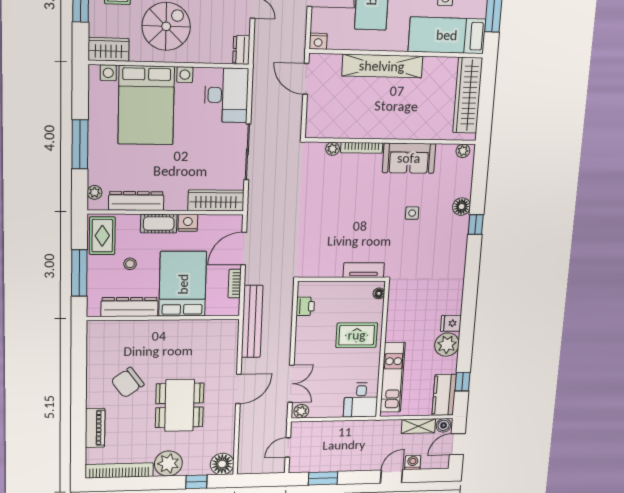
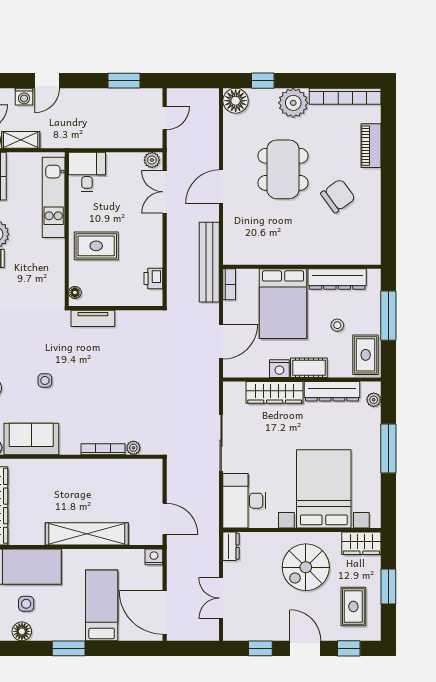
sofa: (409, 158) -> (31, 439), moved
wardrobe: (216, 200) -> (275, 392), moved
bookcase: (235, 284) -> (229, 284), moved

